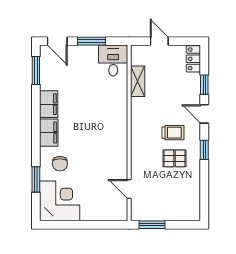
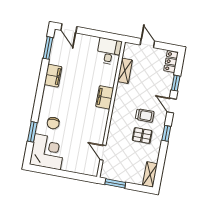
window: (91, 41) -> (95, 33), removed
filing cabinet: (49, 133) -> (105, 97), moved, turned 180
shelving: (193, 205) -> (150, 174), added

